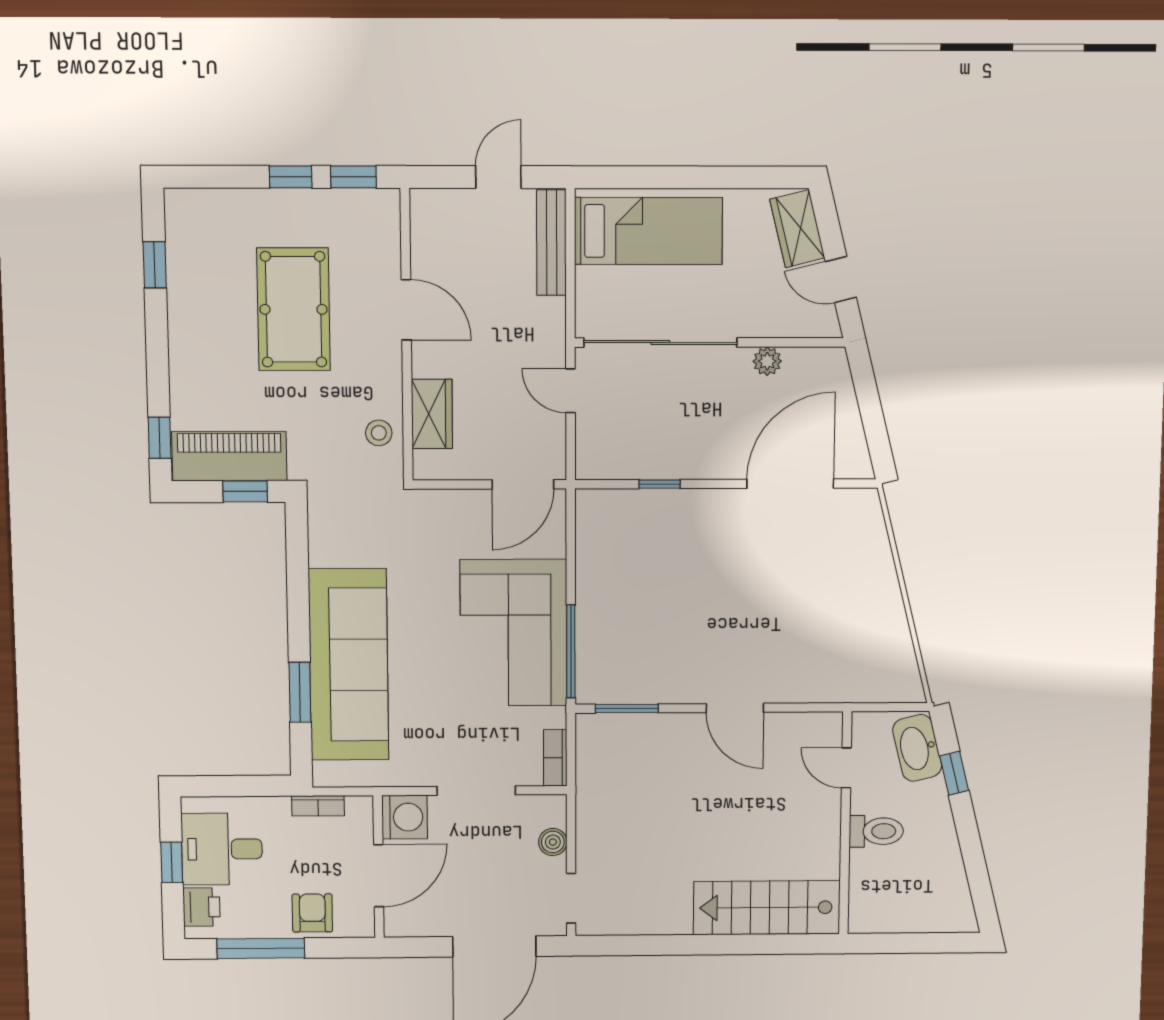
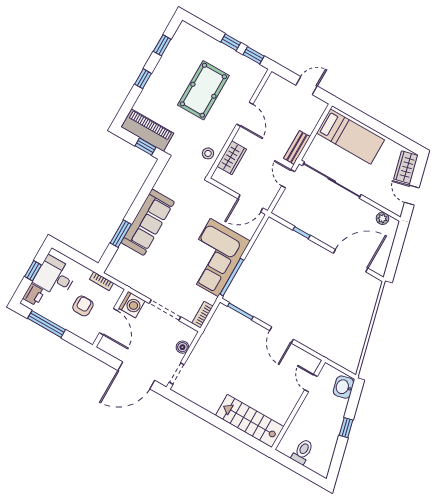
bench: (551, 243) -> (297, 147), moved, width x0.73
plant: (767, 361) -> (382, 218), moved
window: (160, 438) -> (143, 79), moved
sofa: (349, 665) -> (148, 222), width x0.74, depth x0.79
washbasin: (917, 748) -> (344, 387), width x0.72
window: (954, 773) -> (346, 428), moved
toilet: (876, 831) -> (302, 452), moved, turned -90
door: (379, 876) -> (108, 322), hinge flipped
armchair: (312, 913) -> (83, 306), moved

